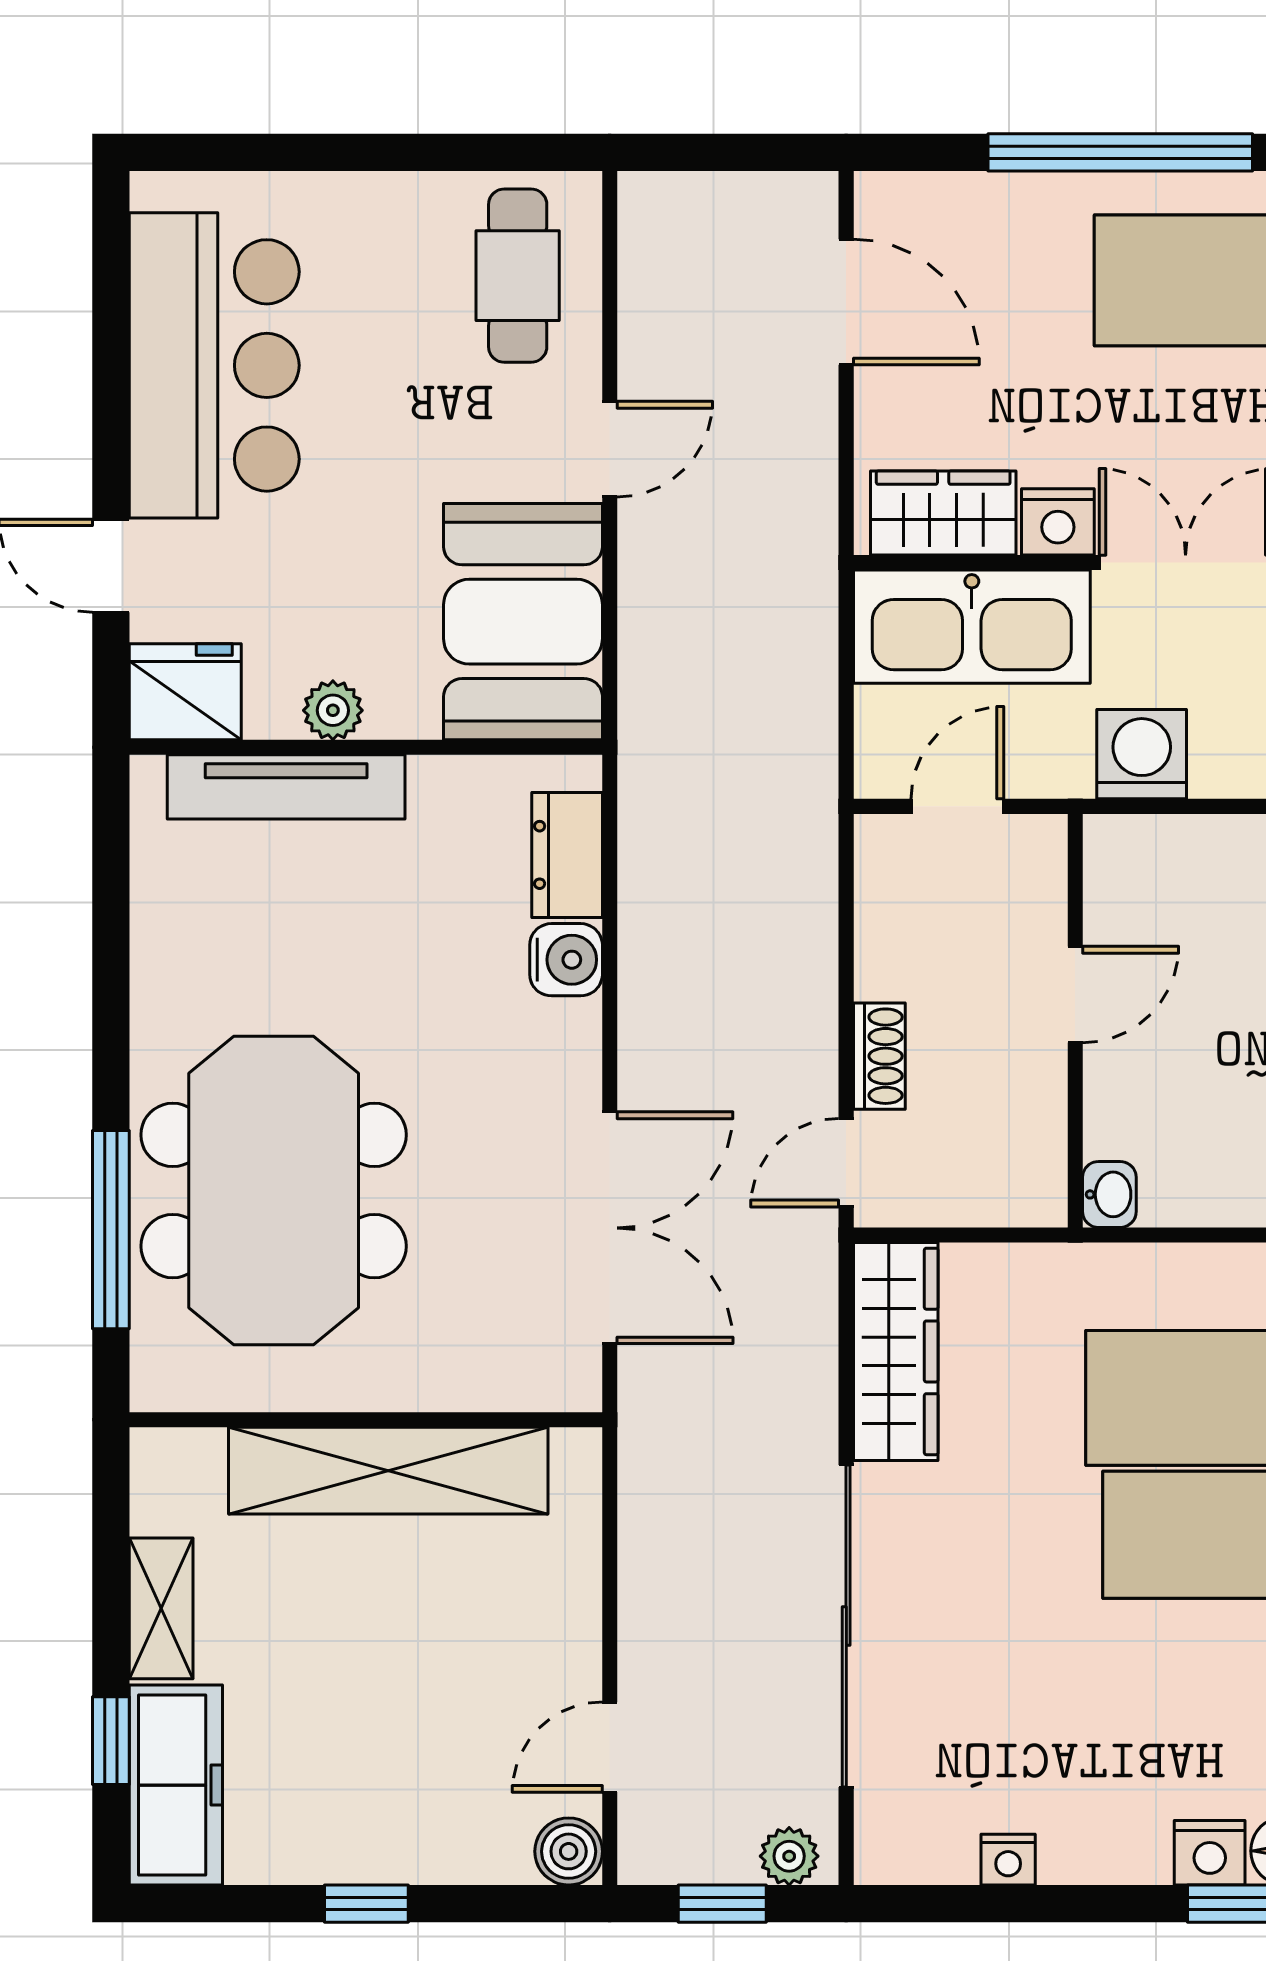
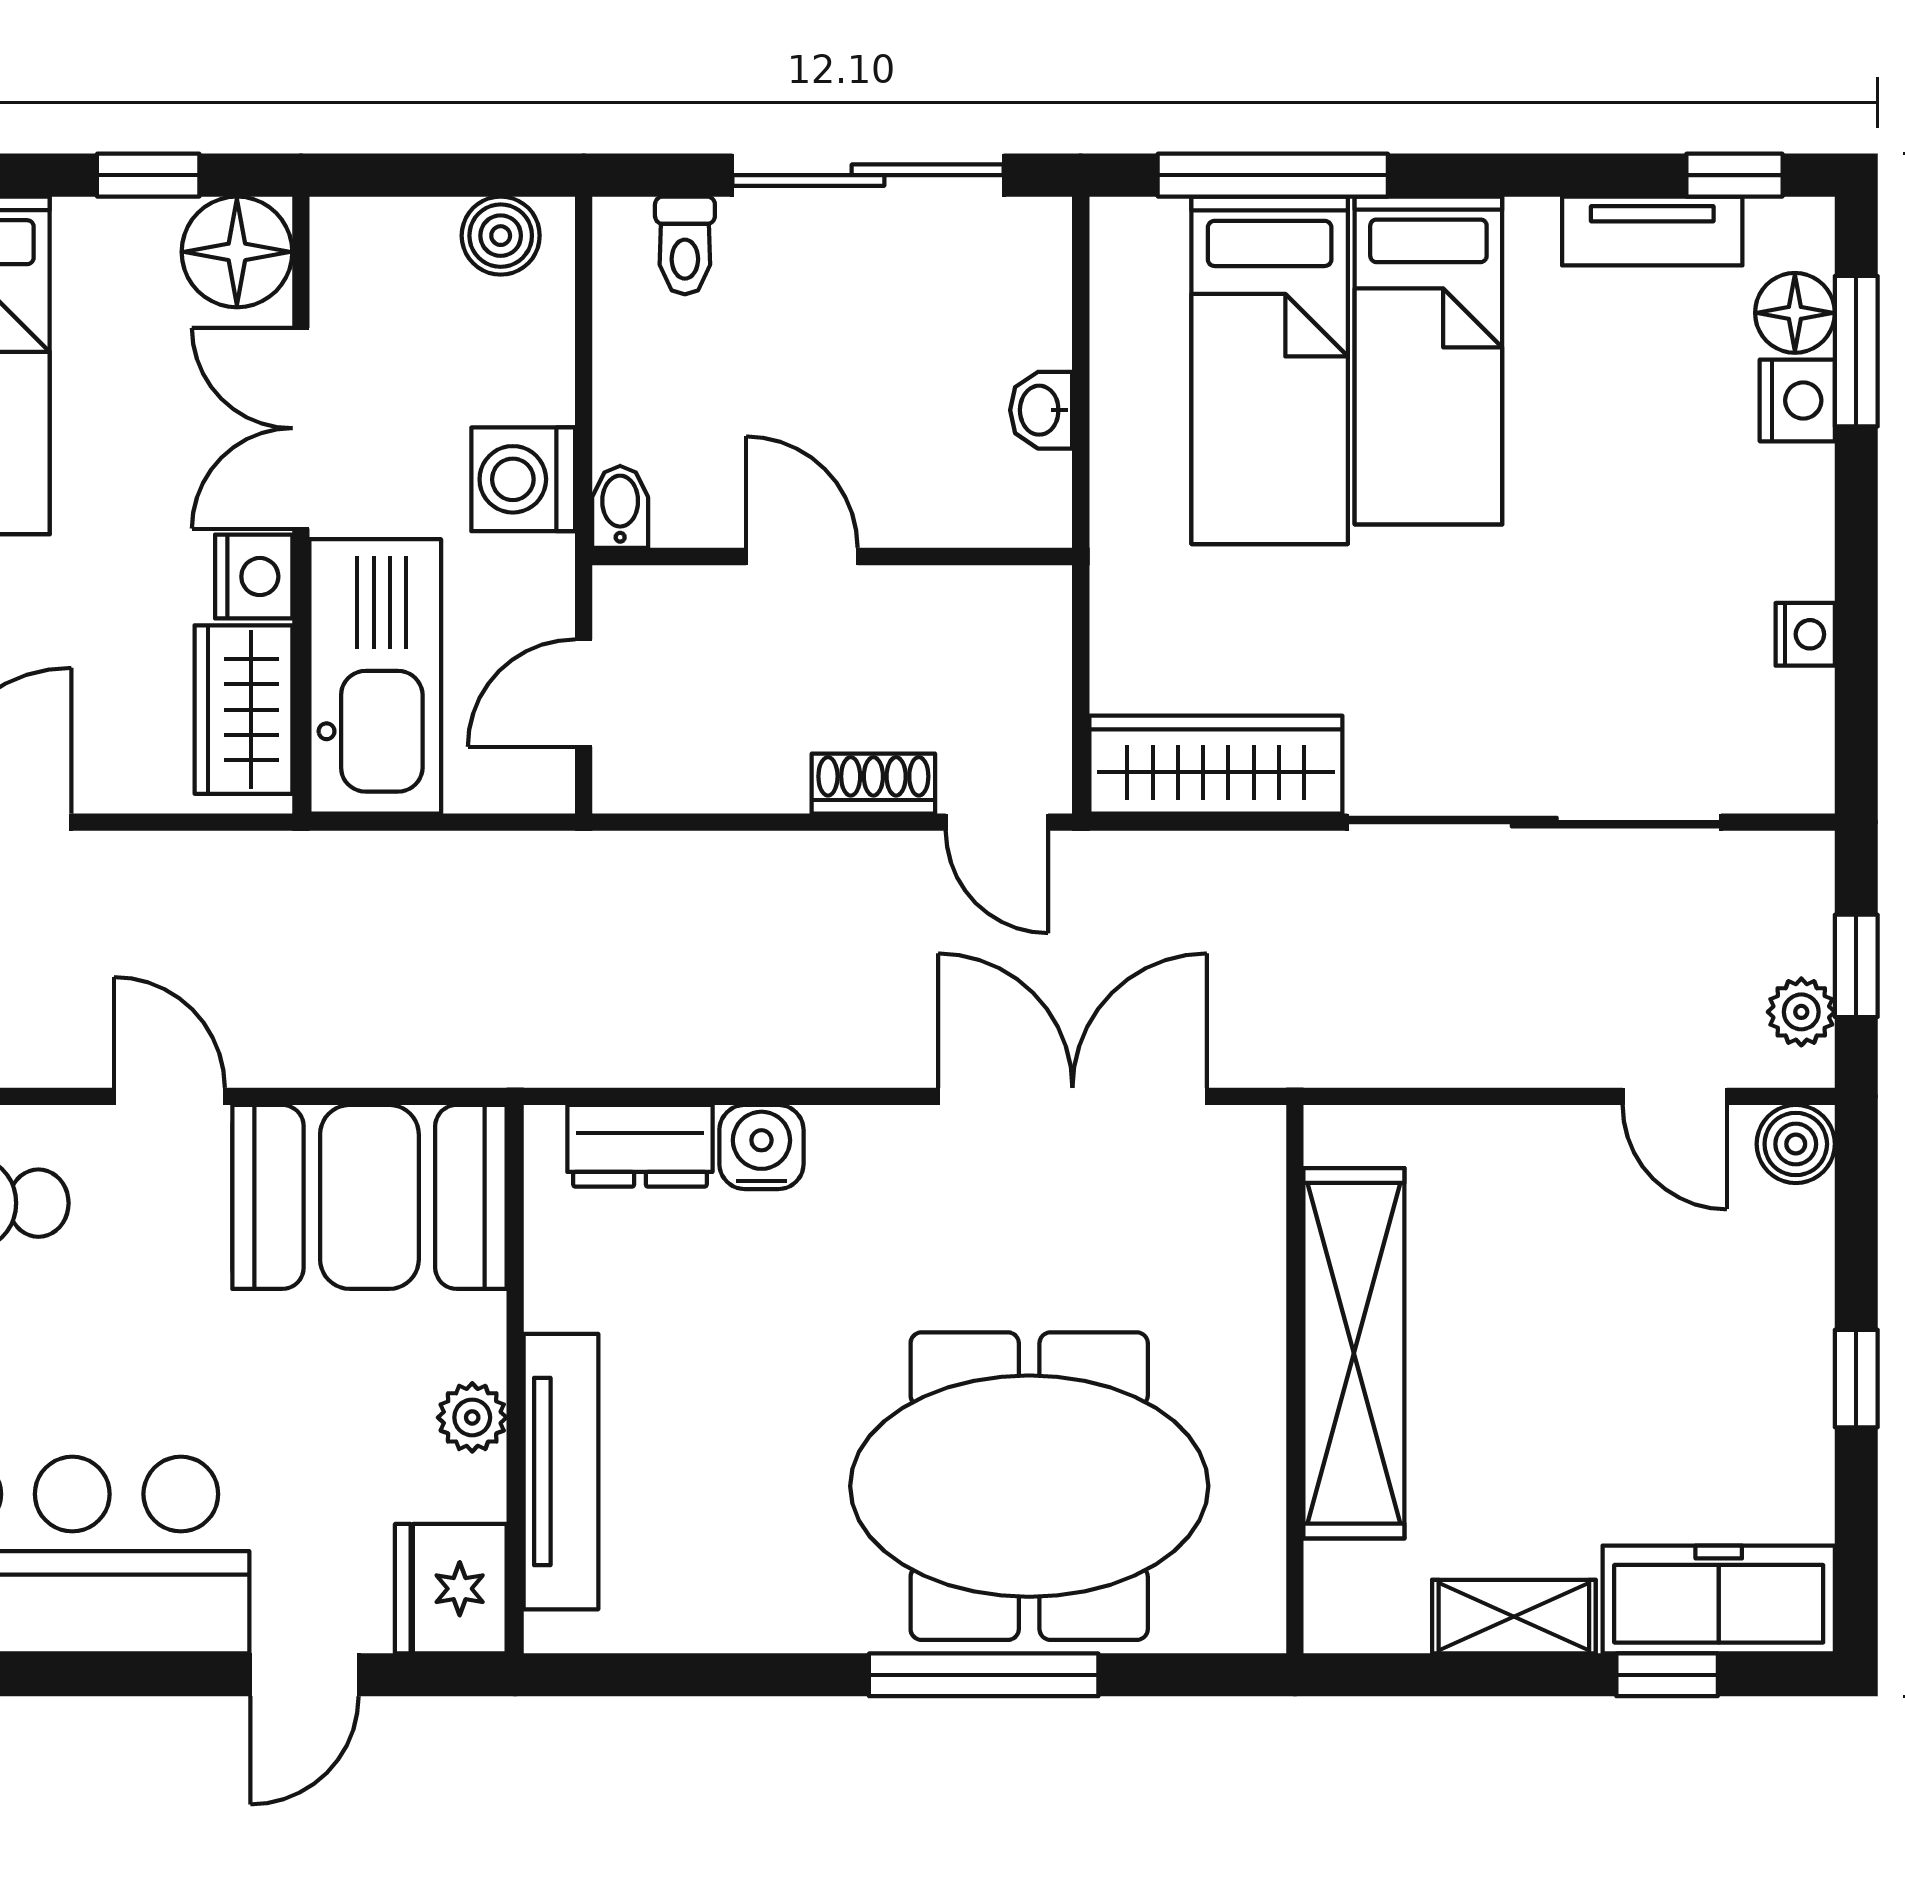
door: (957, 806) -> (584, 693), hinge flipped
bidet: (1118, 838) -> (620, 507), added
washbasin: (1109, 1194) -> (1041, 410), moved, turned -90
window: (111, 1230) -> (984, 1675), moved
plant: (789, 1856) -> (1801, 1012), moved

